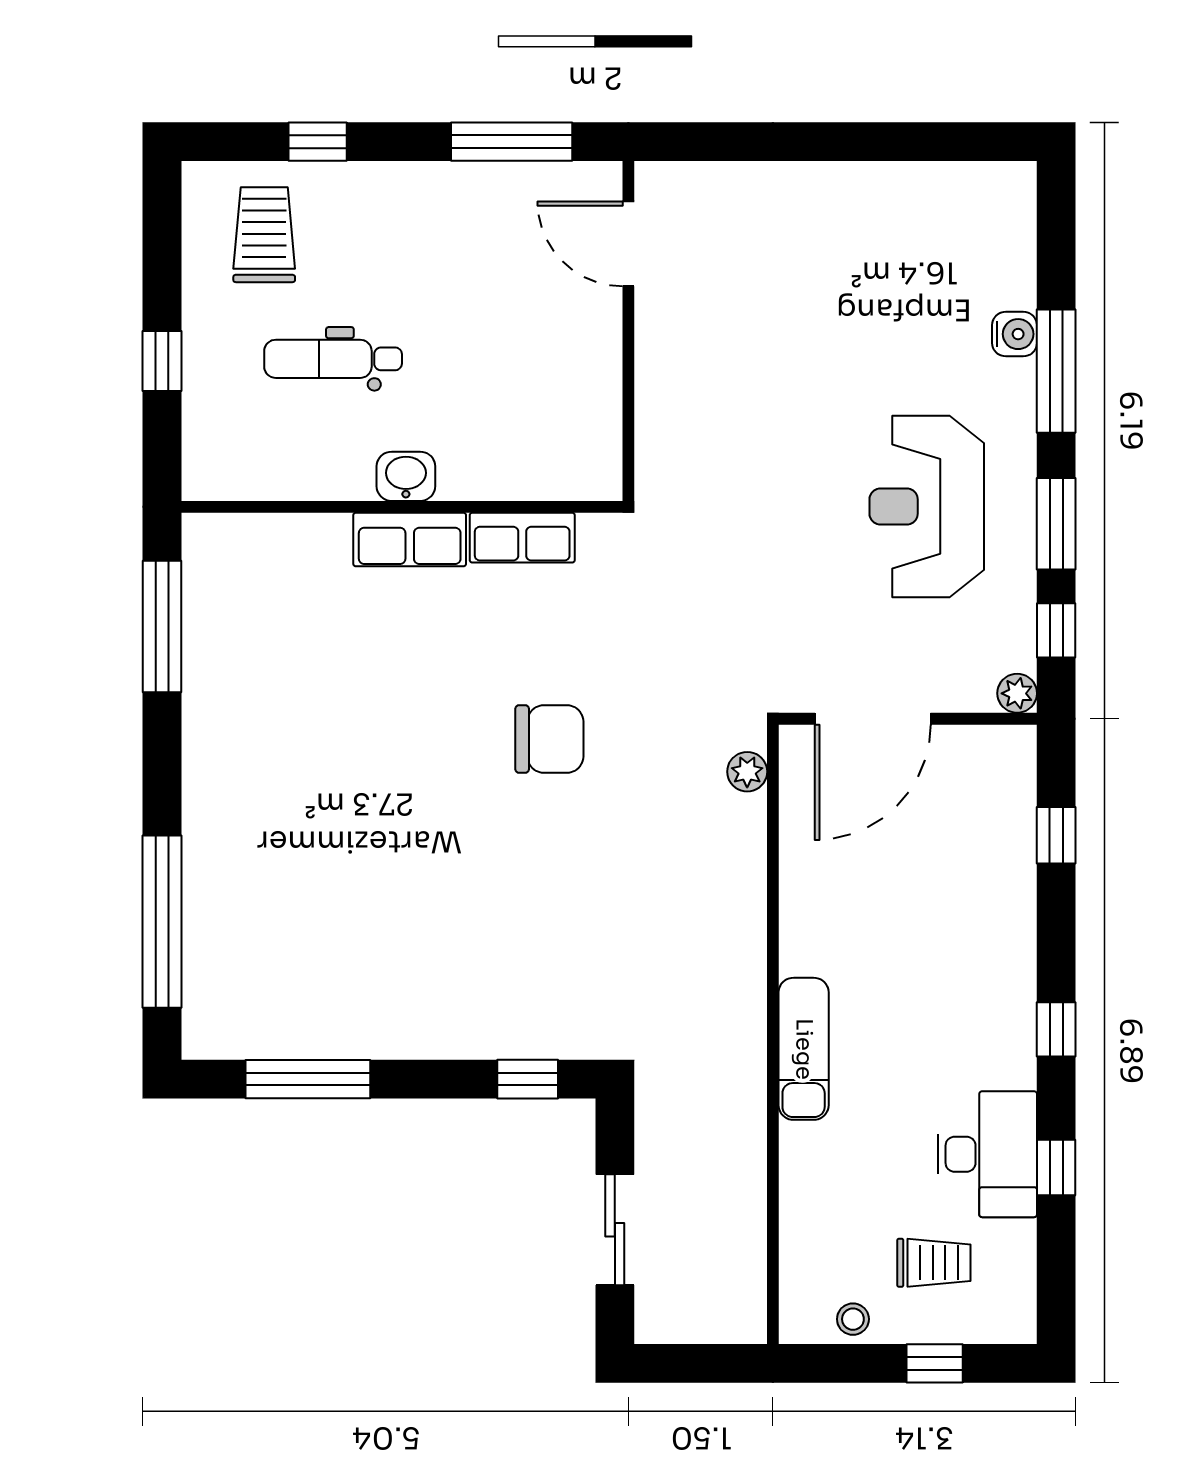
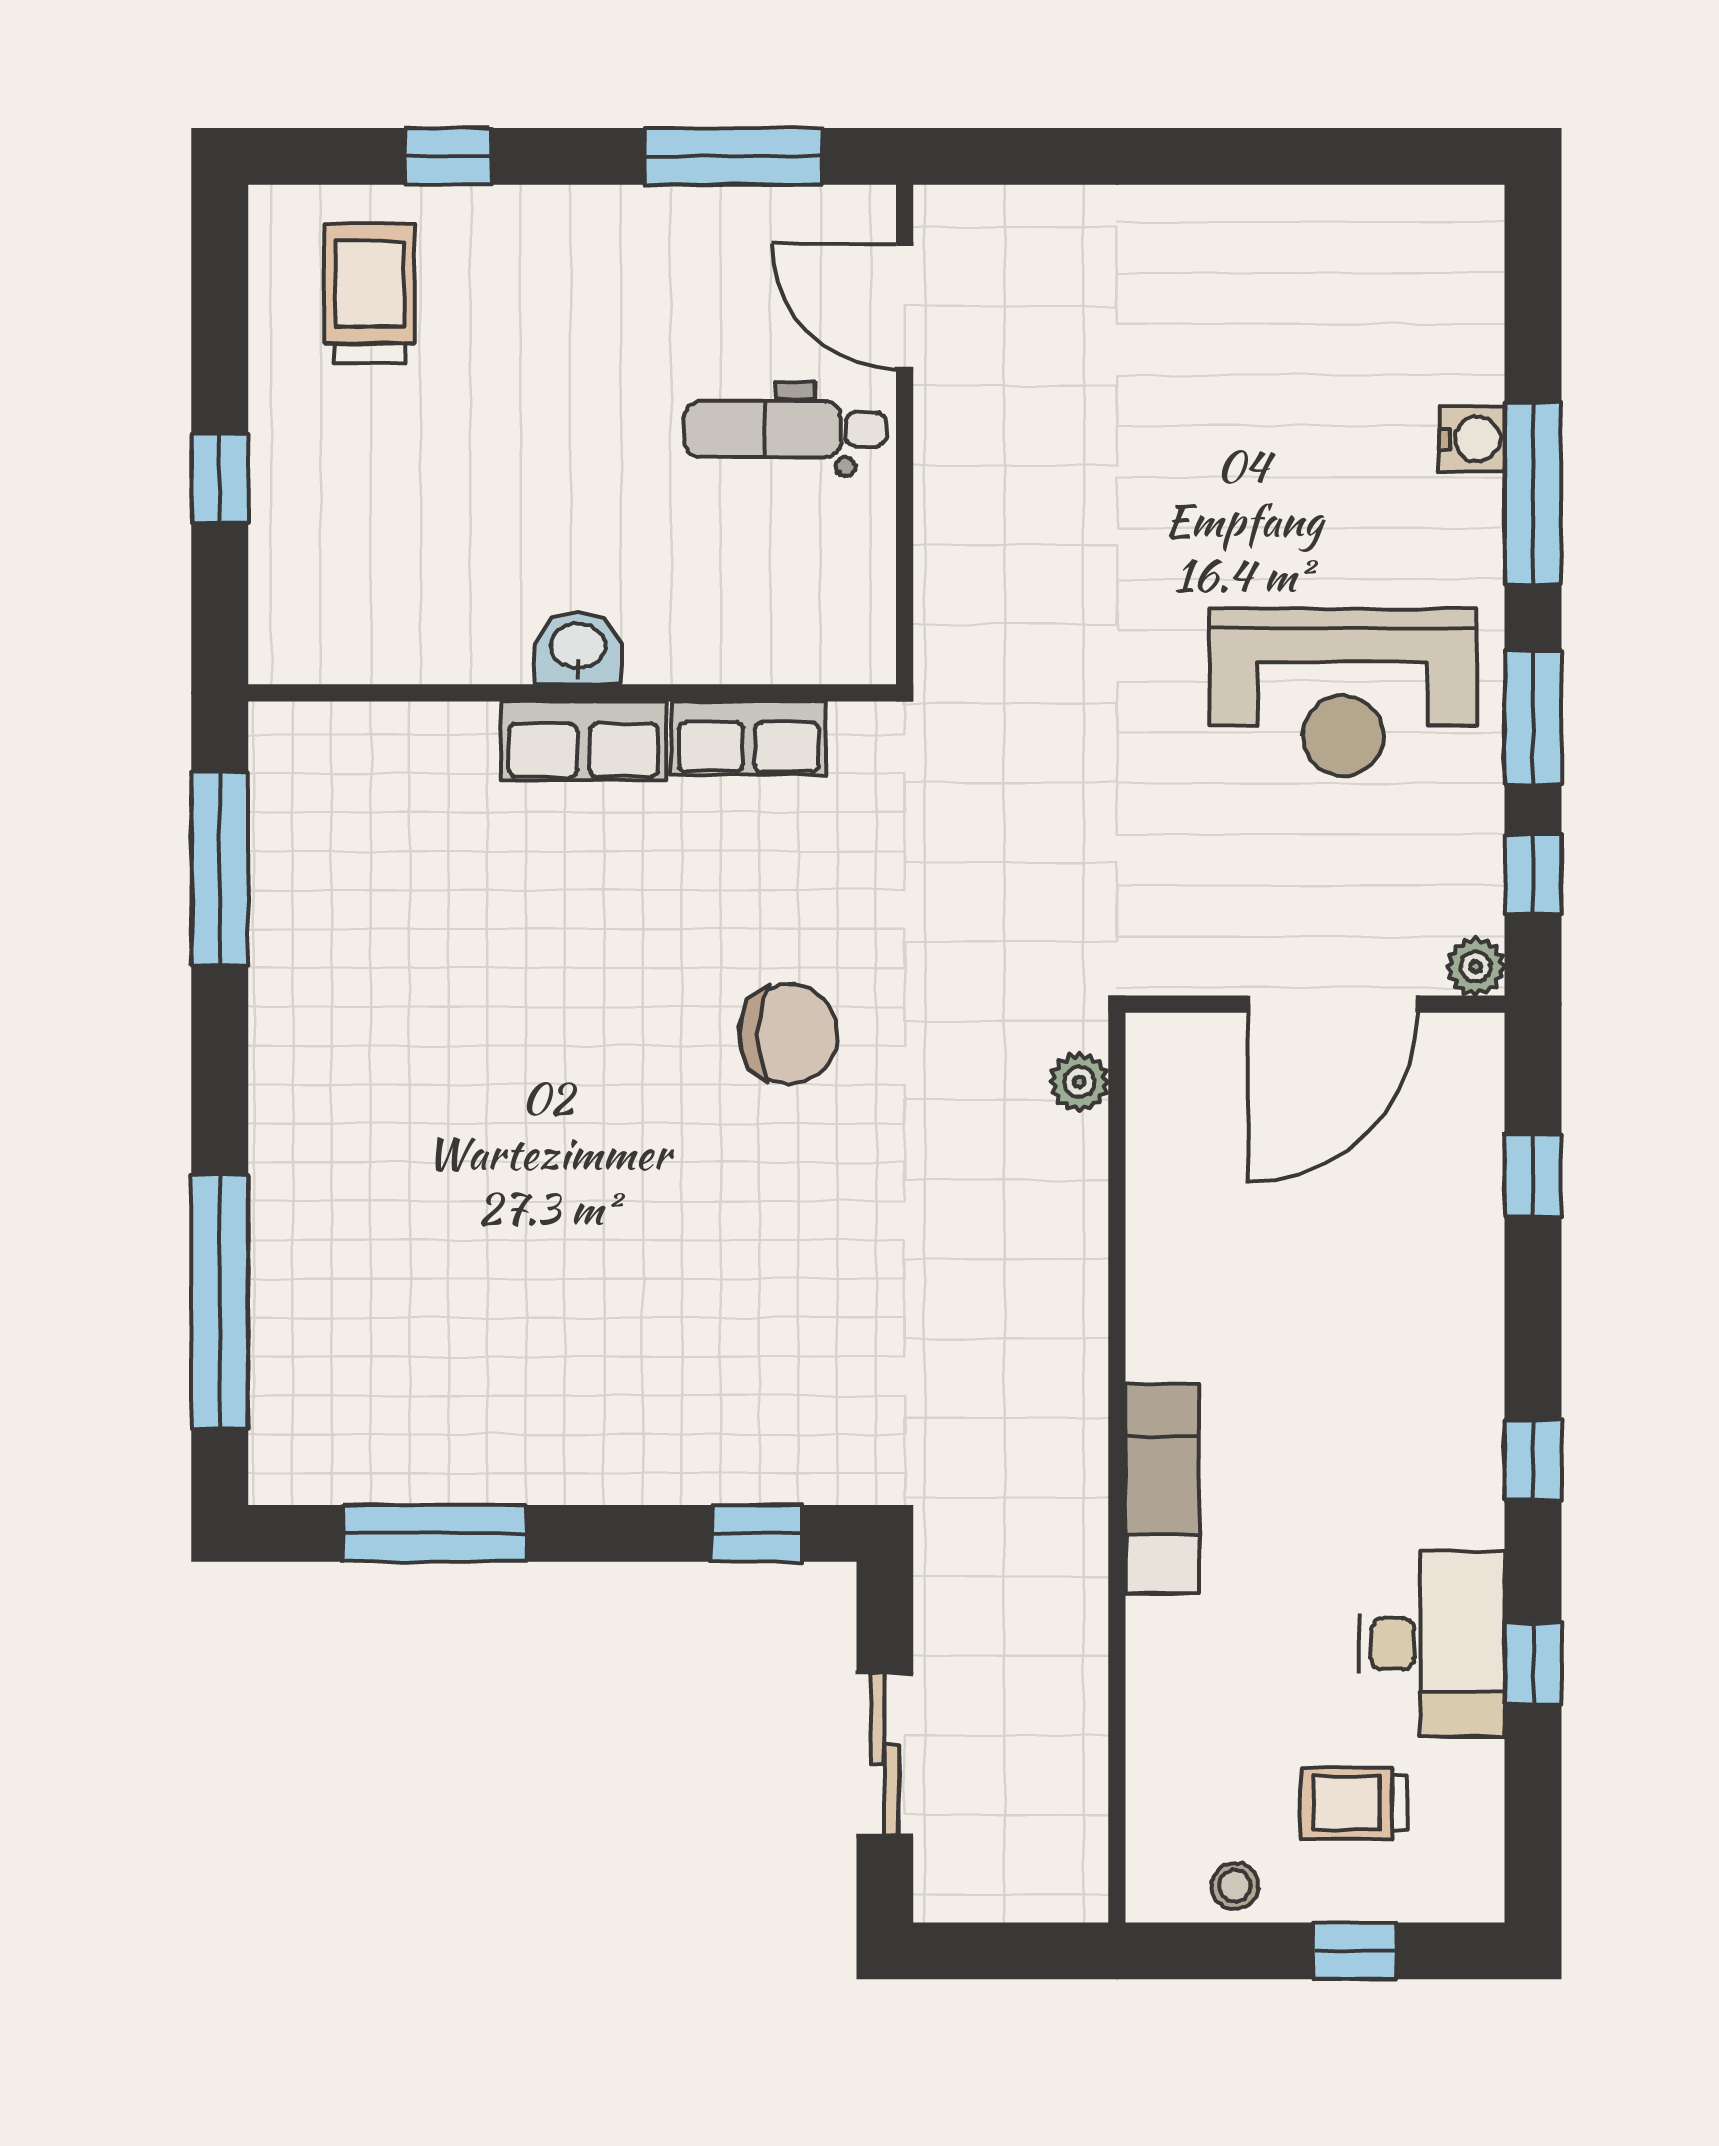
dental chair: (333, 359) -> (785, 429), moved
reception desk: (927, 506) -> (1343, 692), turned -90
door: (873, 719) -> (1333, 1004), moved
trolley: (934, 1263) -> (1354, 1803), turned 180

